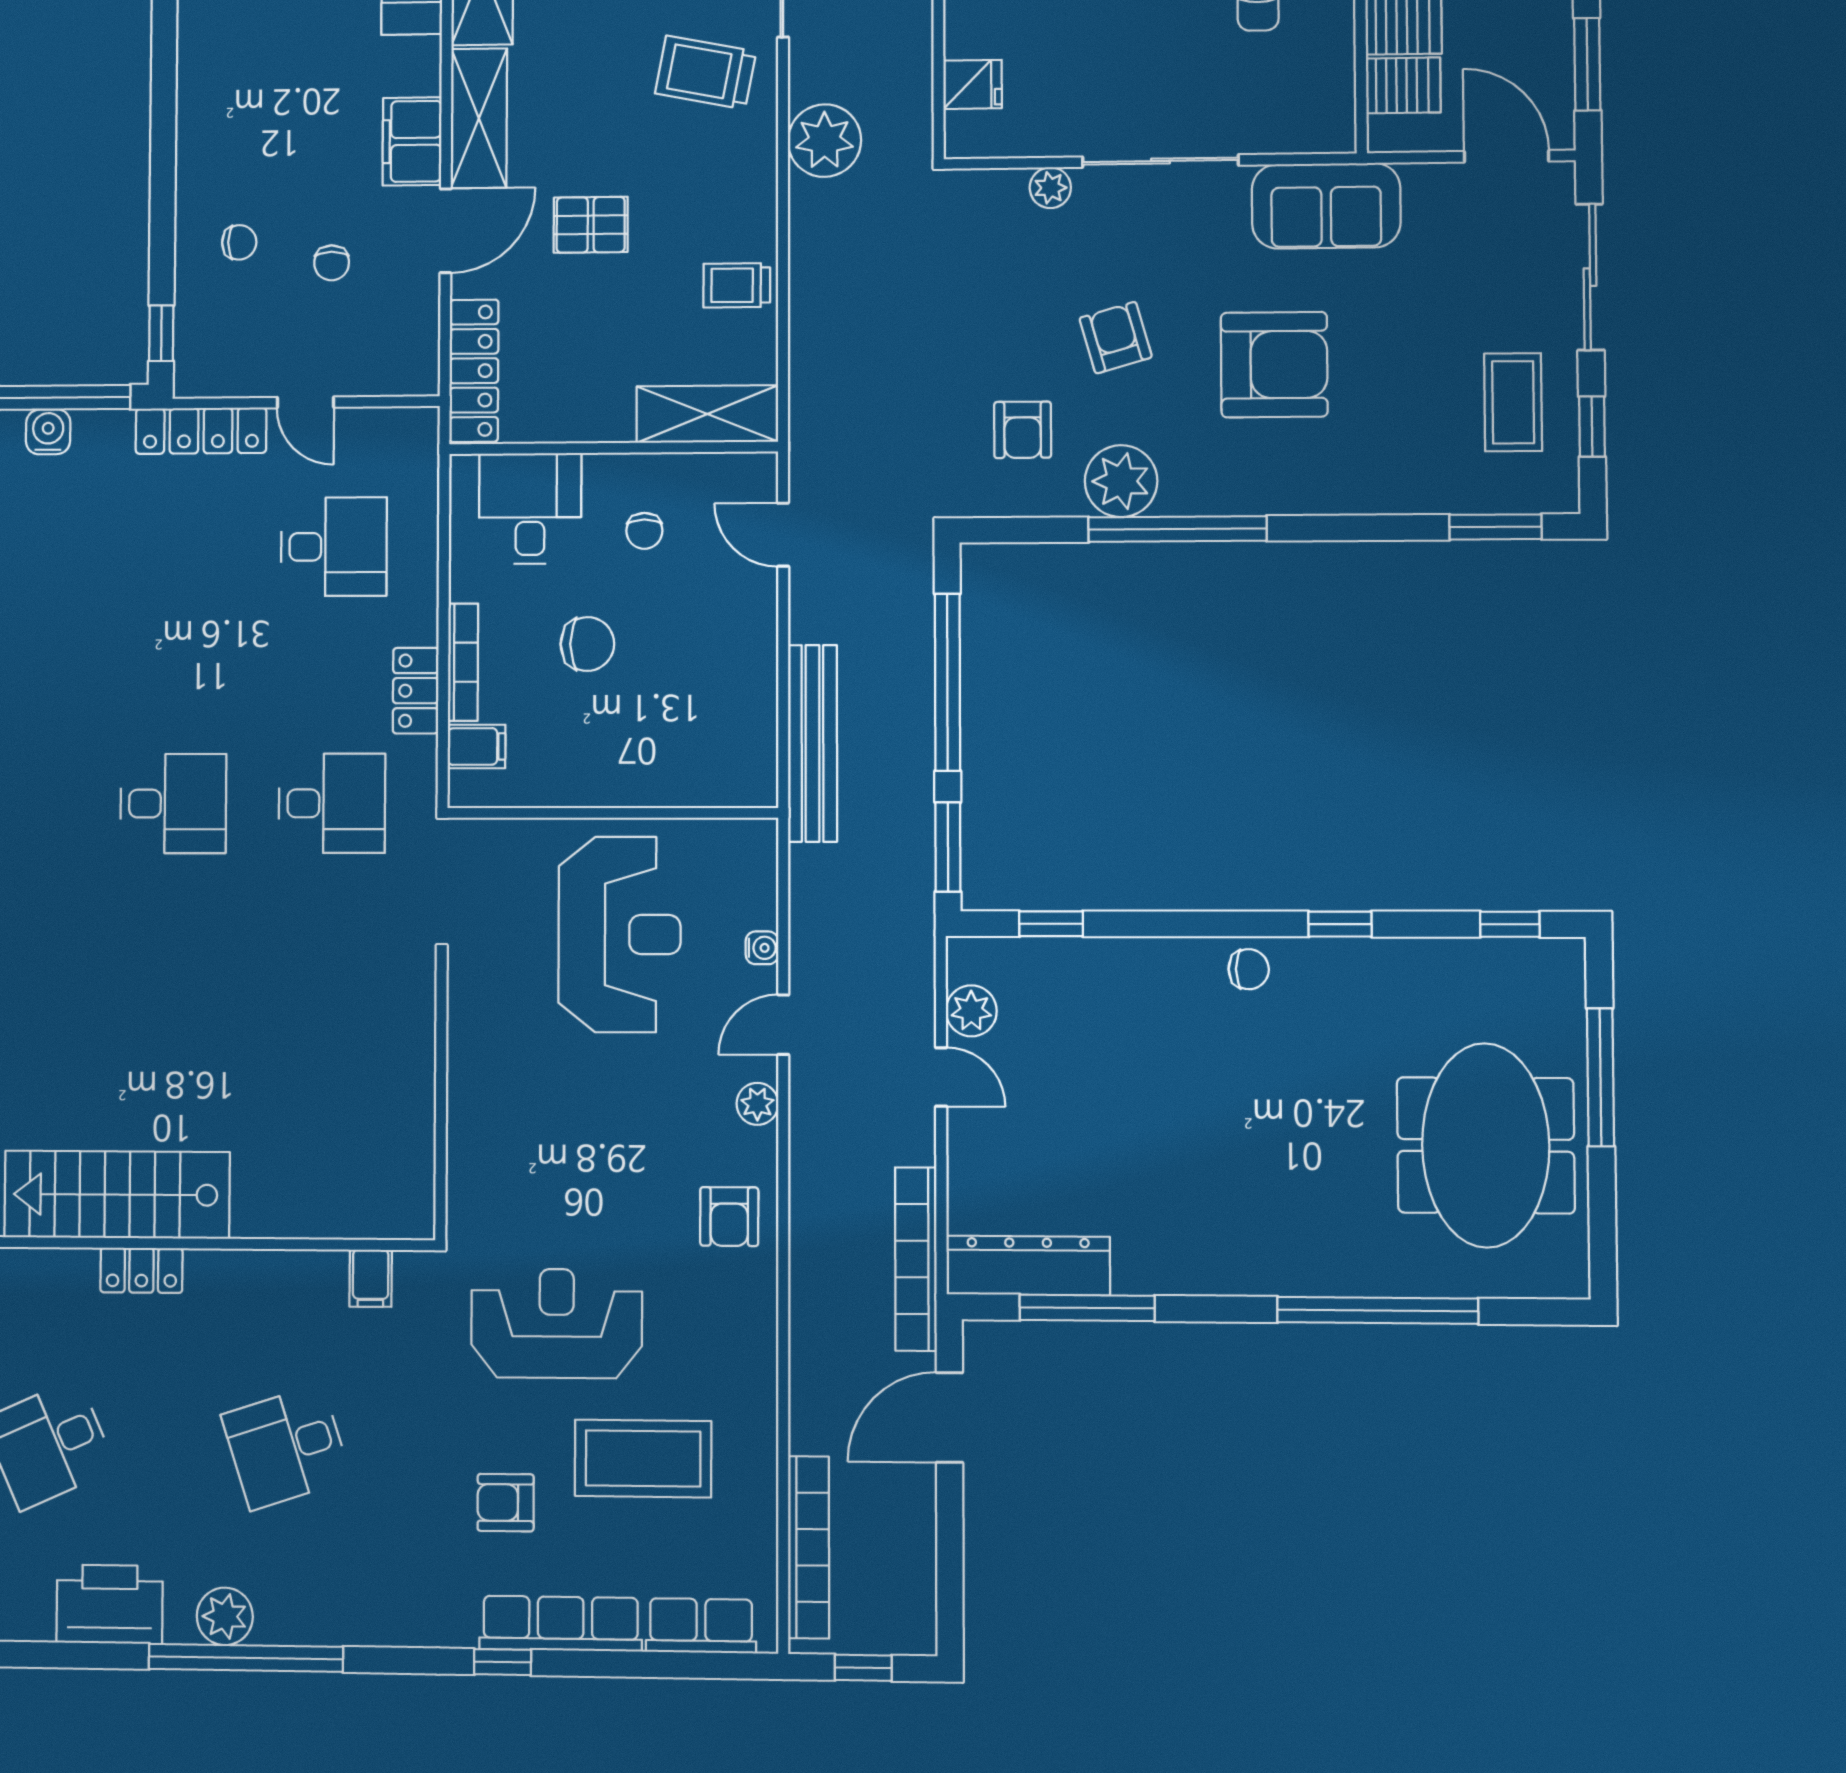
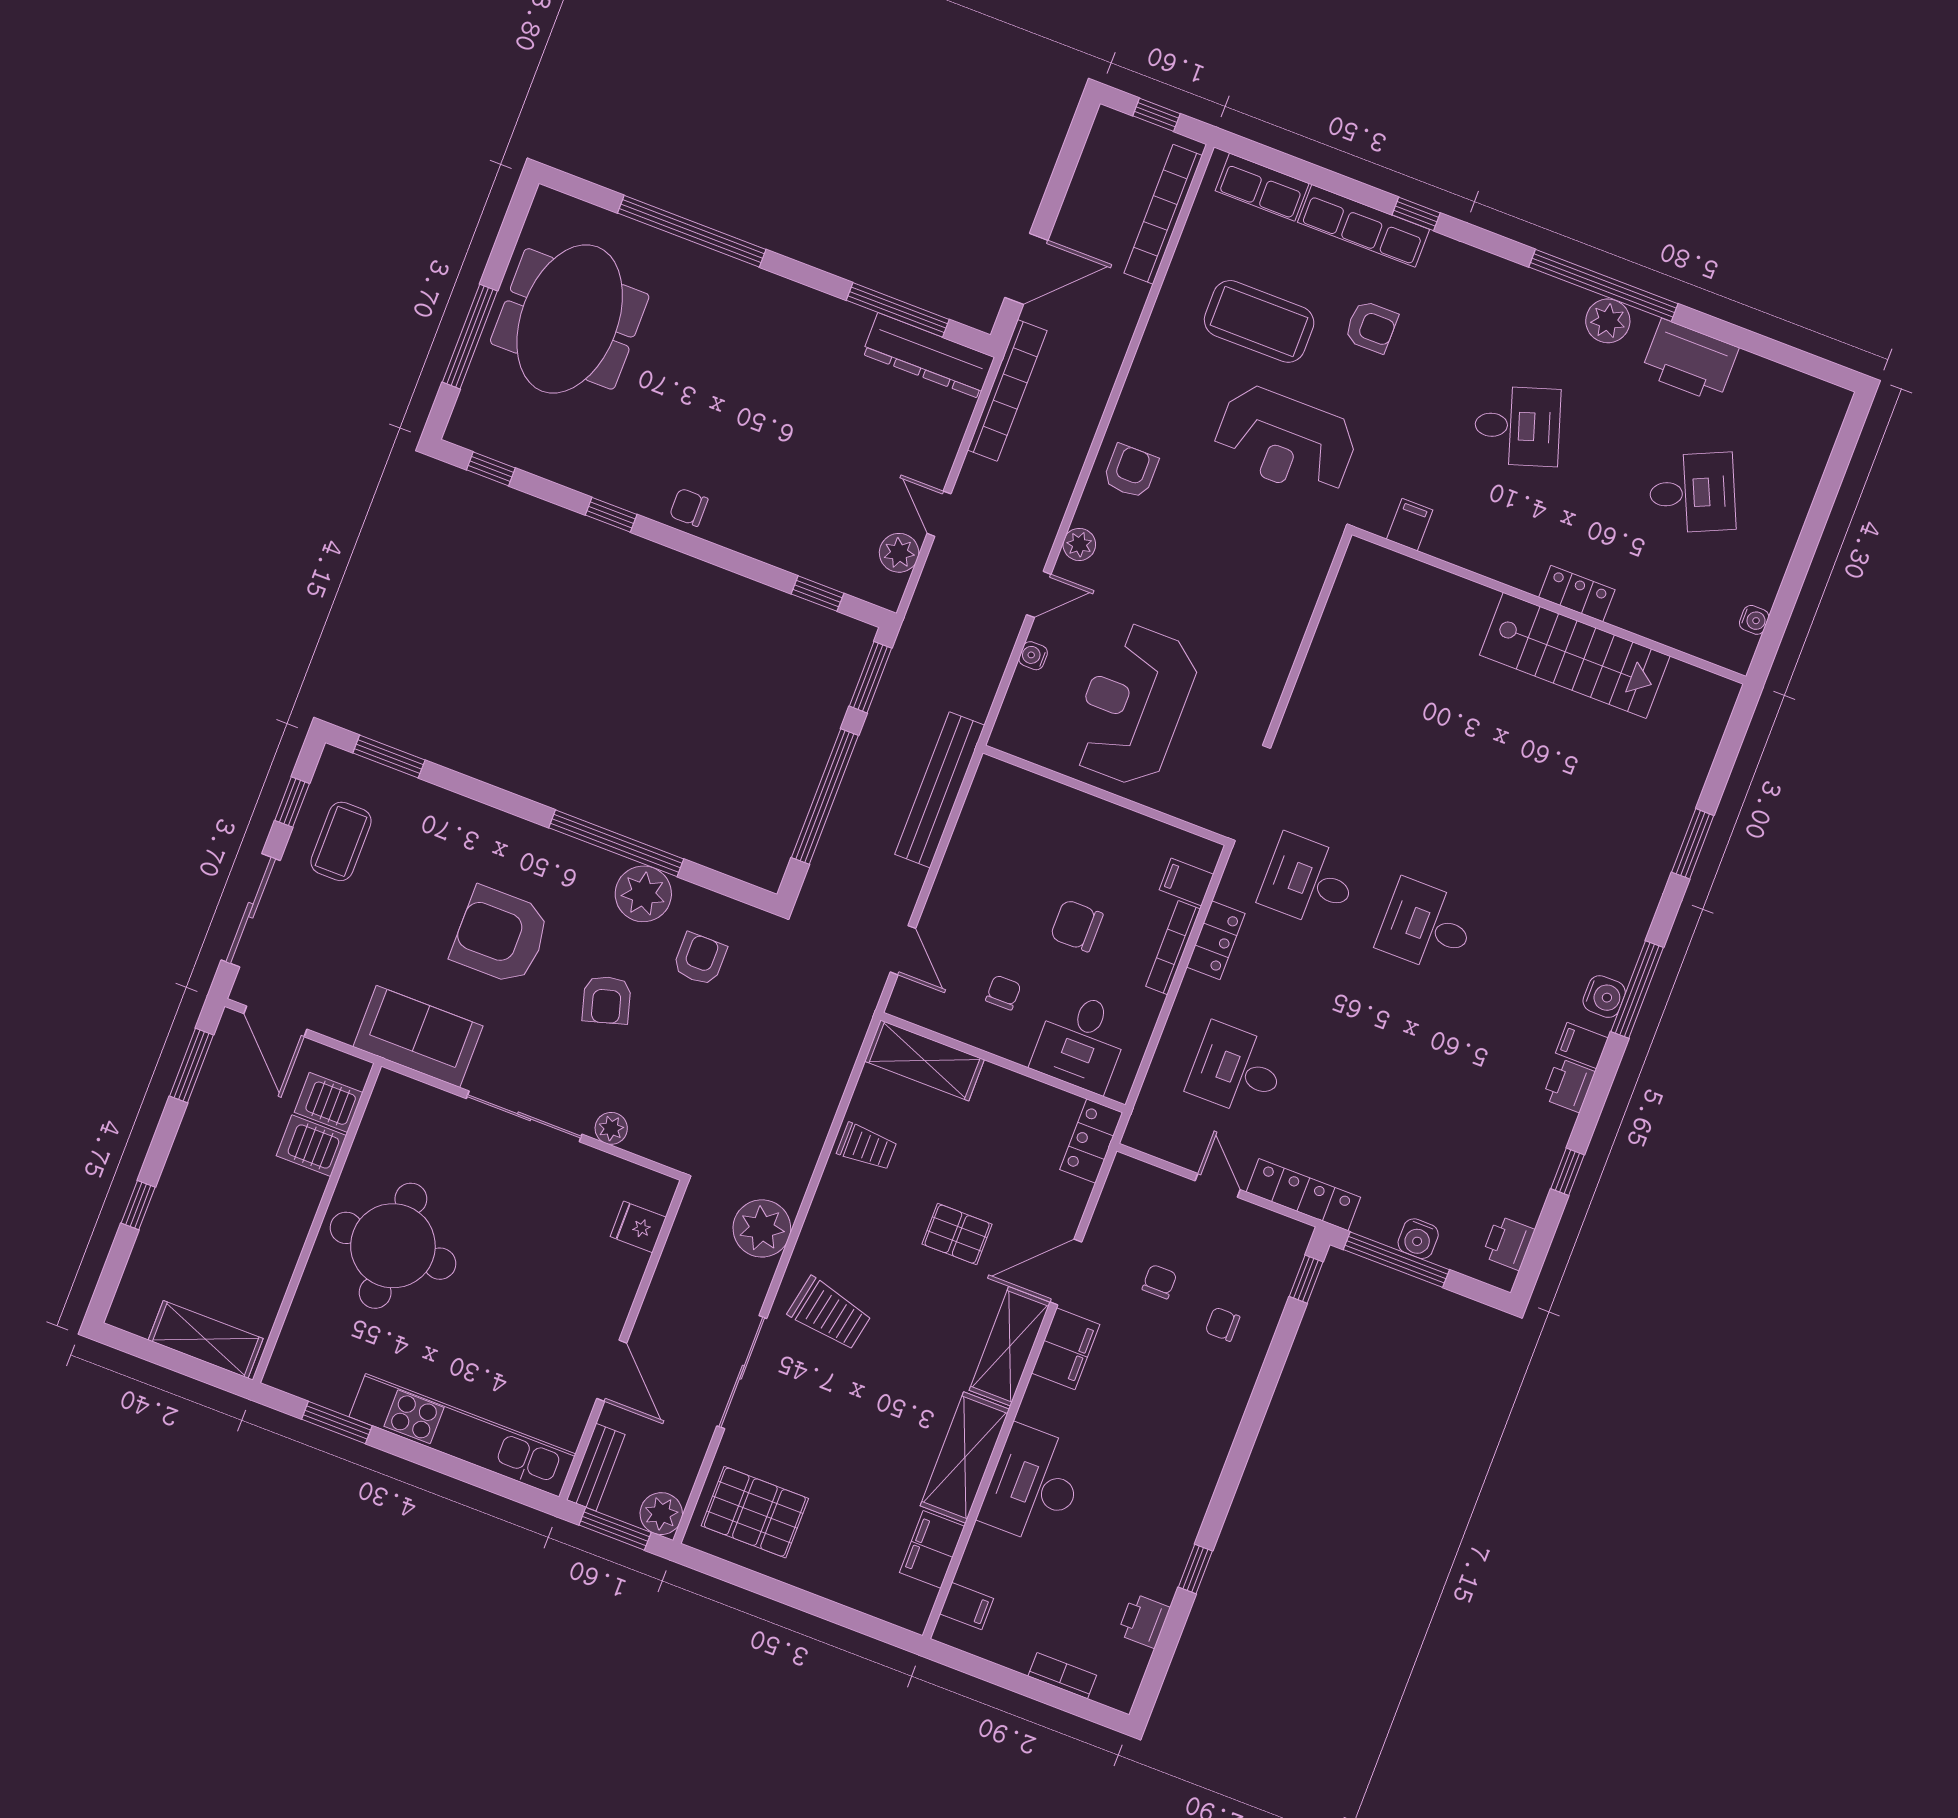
locker: (474, 371) -> (1091, 1141), width x0.66

